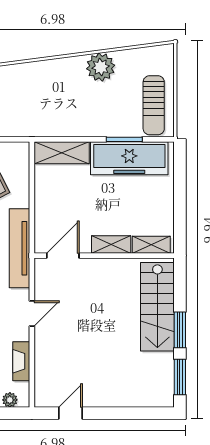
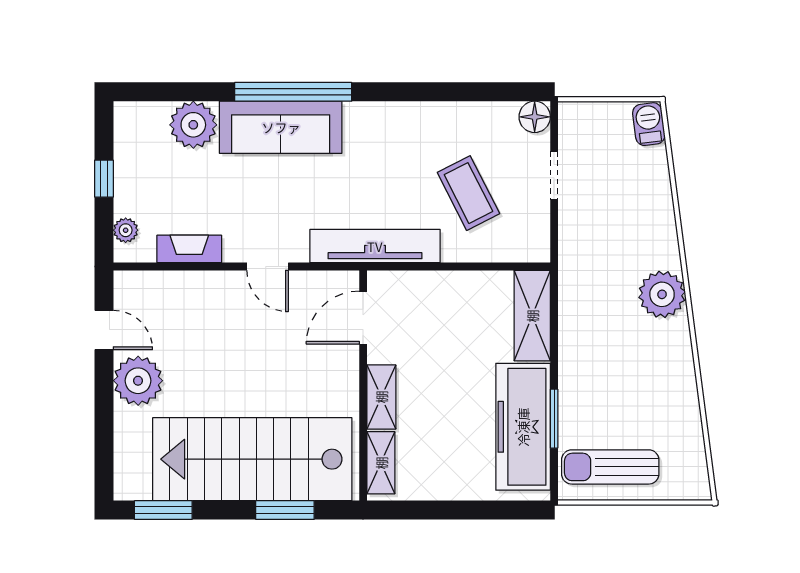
plant: (101, 67) -> (662, 294), moved
door: (63, 256) -> (363, 318), swing flipped
stairs: (157, 307) -> (252, 459), width x1.36, depth x1.51
window: (180, 330) -> (285, 510), moved
plant: (101, 392) -> (138, 381), added

